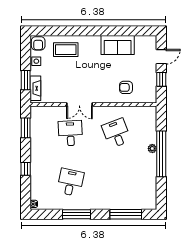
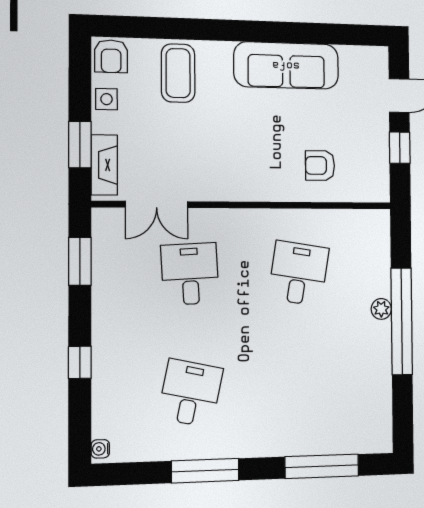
sofa: (118, 45) -> (286, 65), width x1.36
coffee table: (66, 50) -> (178, 73), turned 90
double door: (79, 104) -> (157, 204), moved
desk: (116, 133) -> (299, 273), turned 30

